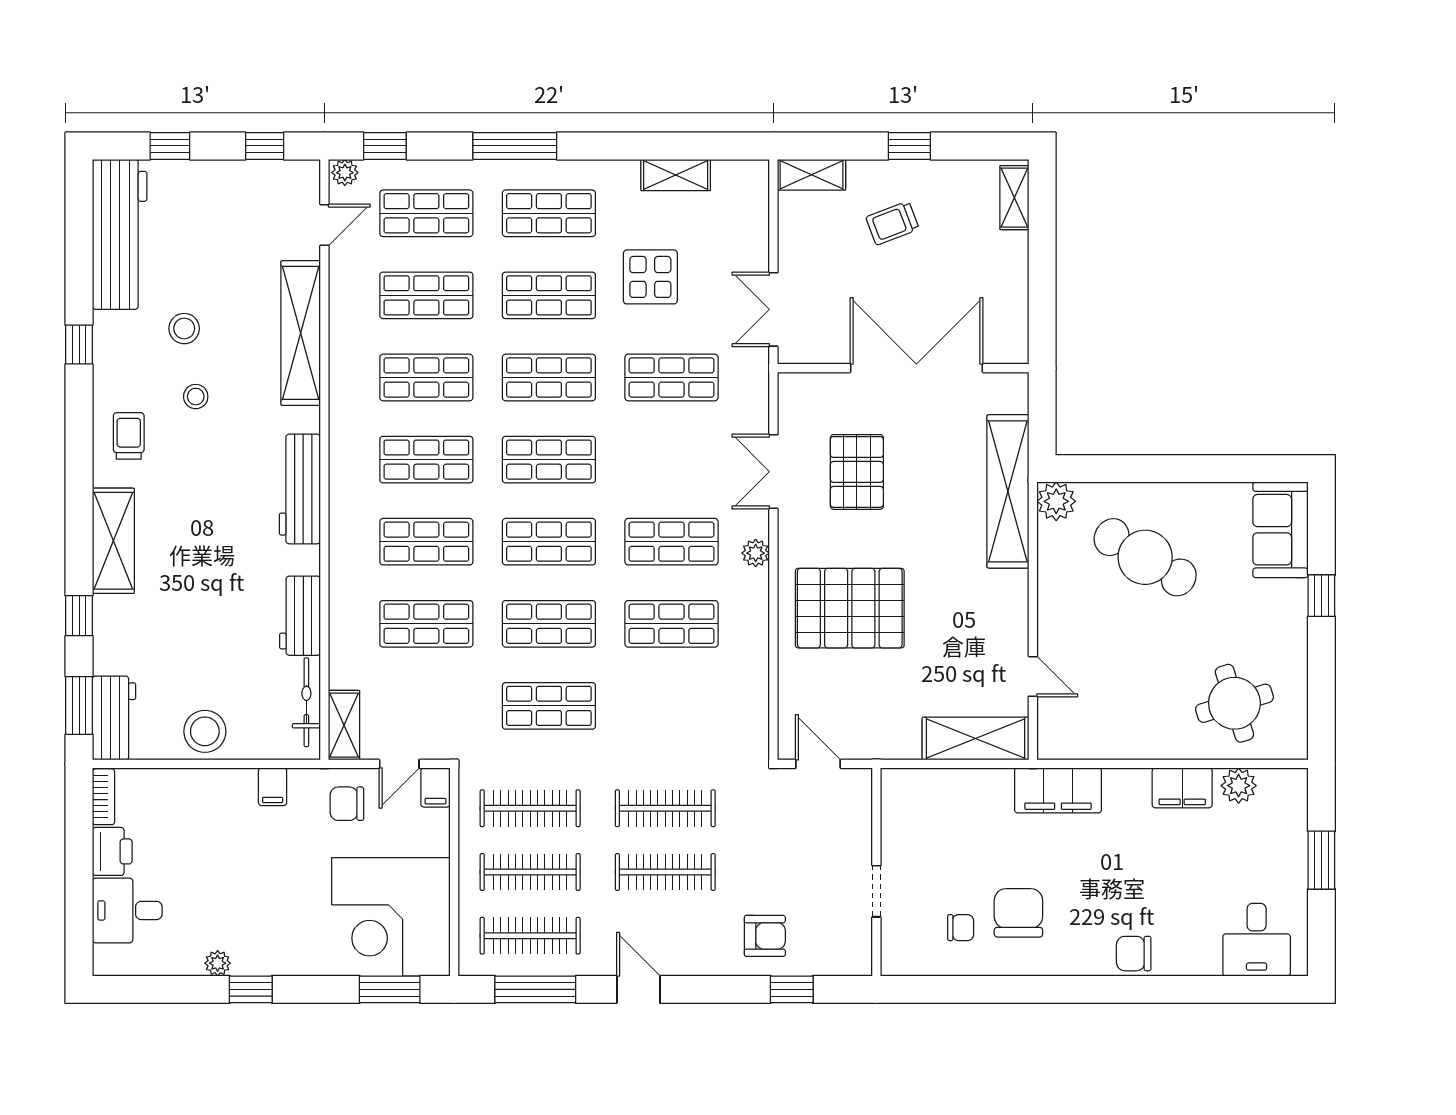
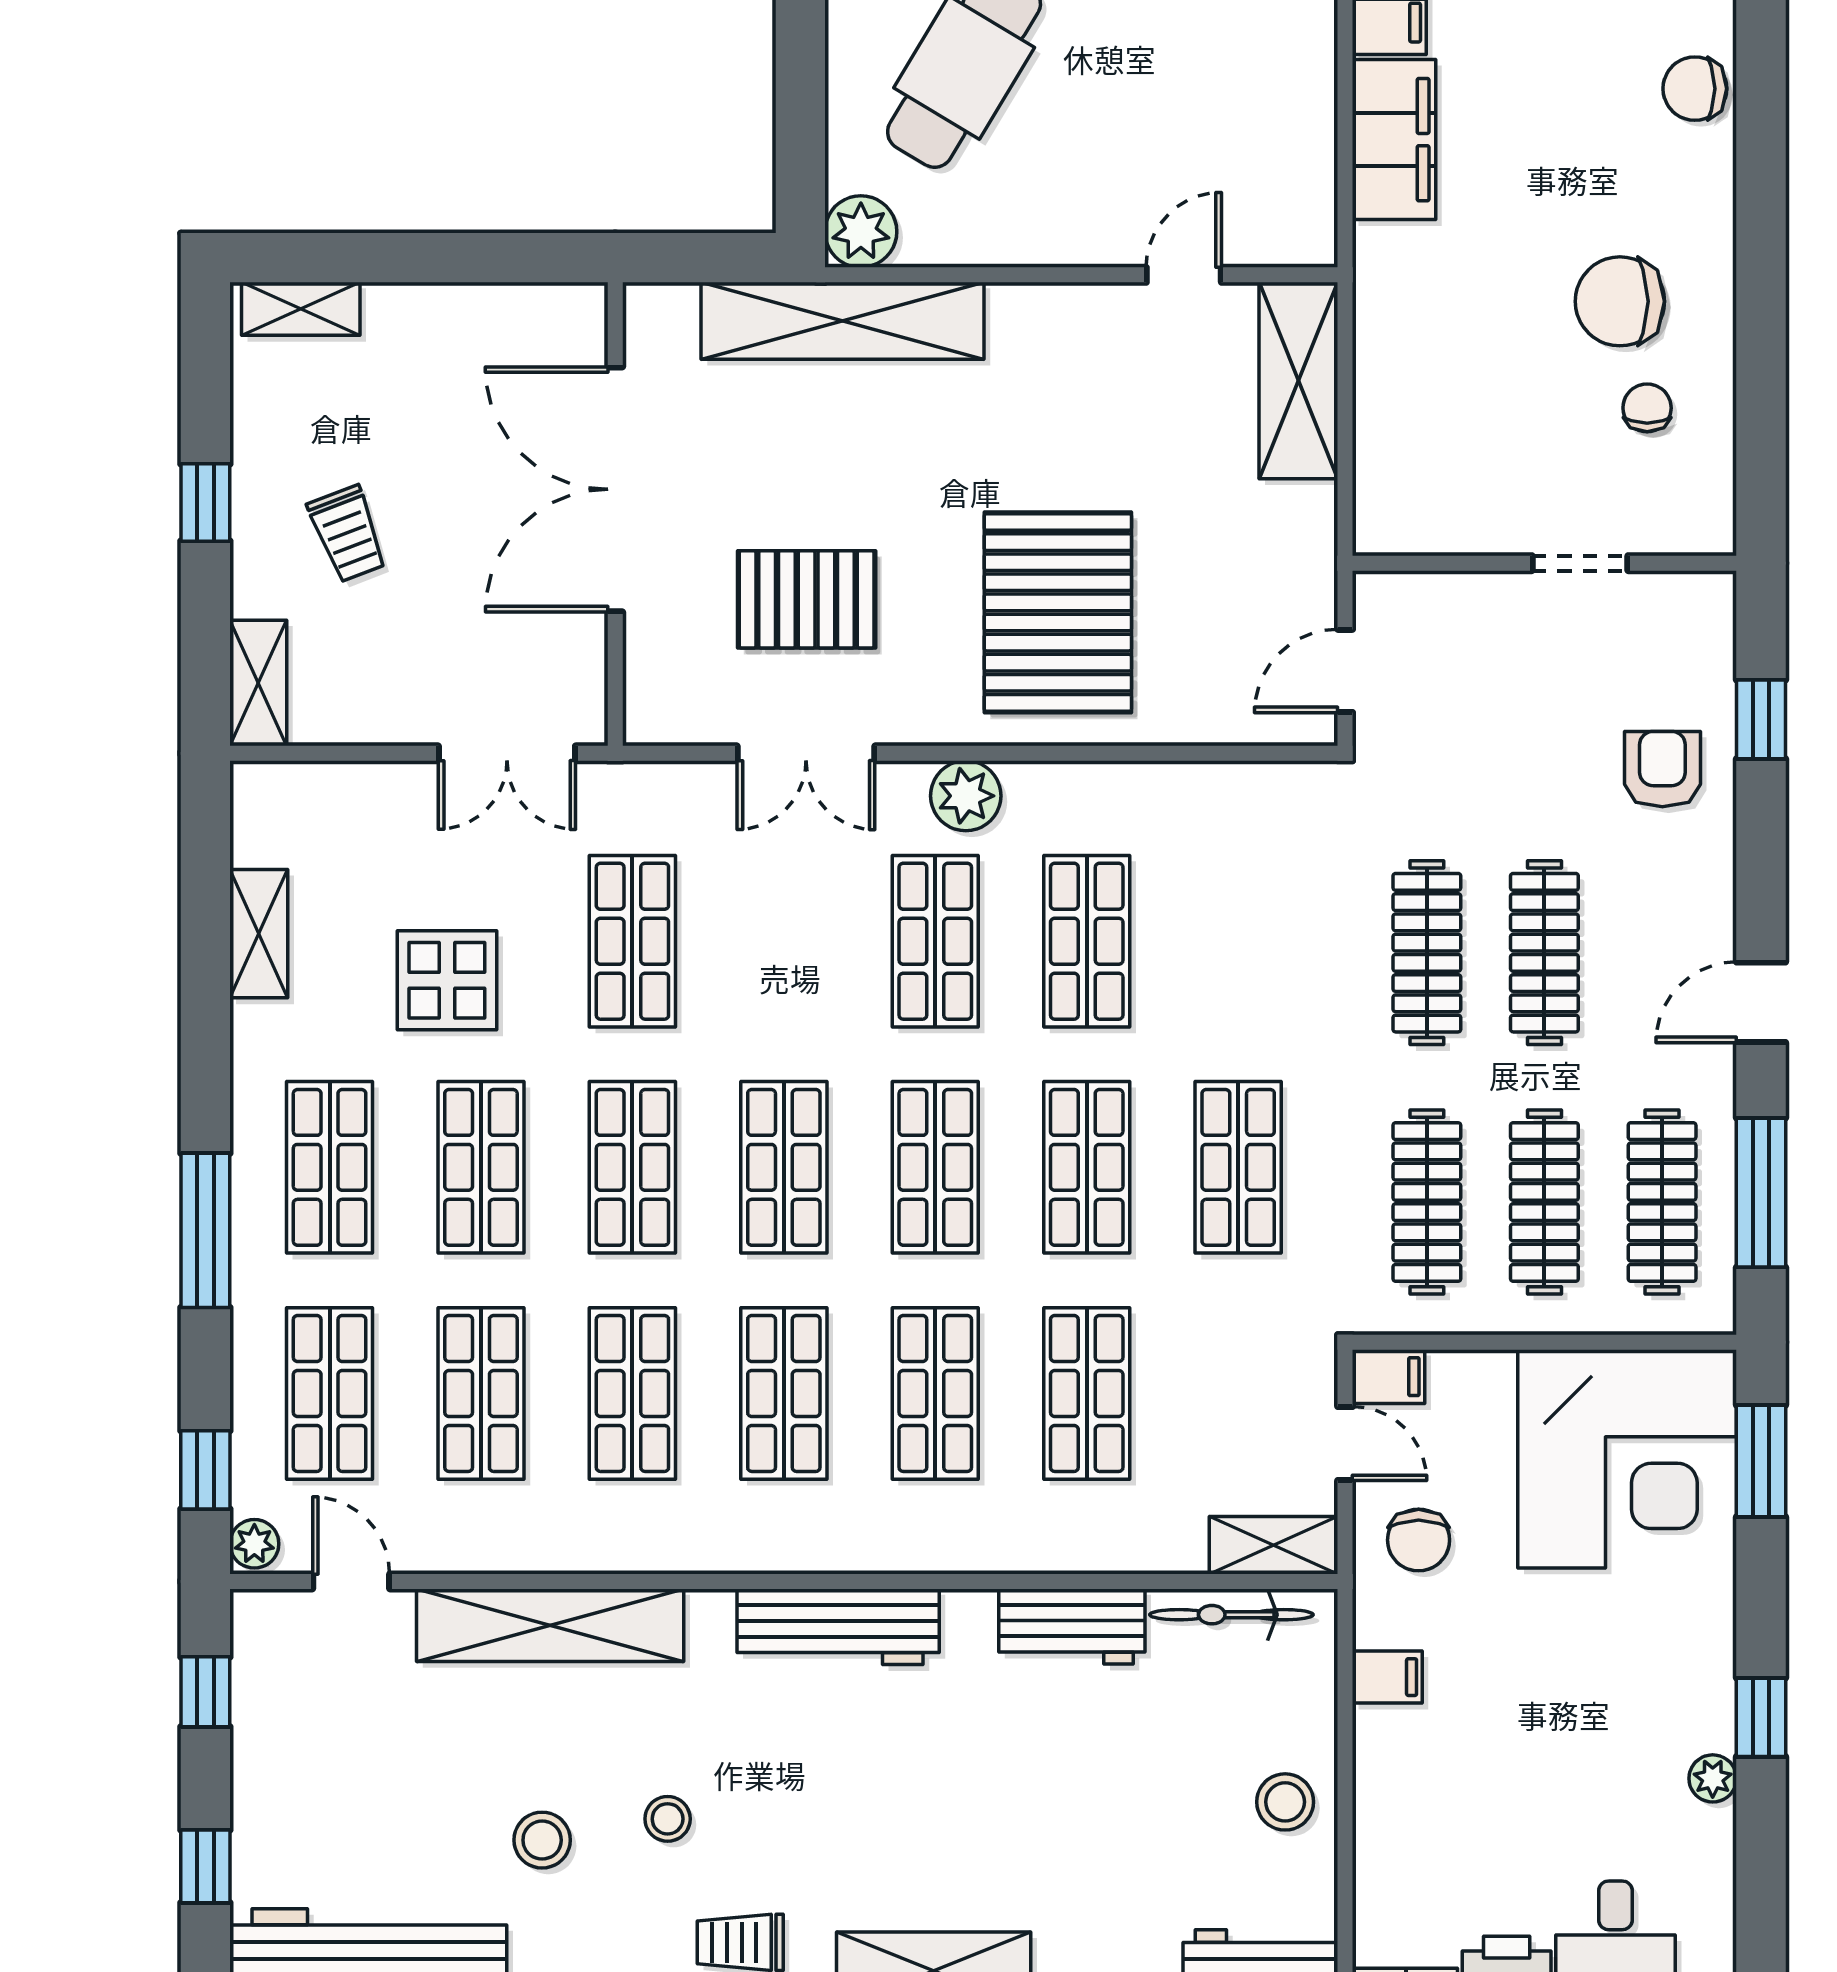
plant: (756, 553) -> (966, 796), width x1.38, depth x1.38
stool: (205, 731) -> (1285, 1802), width x0.73, depth x0.73
filing cabinet: (1058, 790) -> (1394, 140), moved
chair: (1134, 954) -> (1695, 89), turned 90

